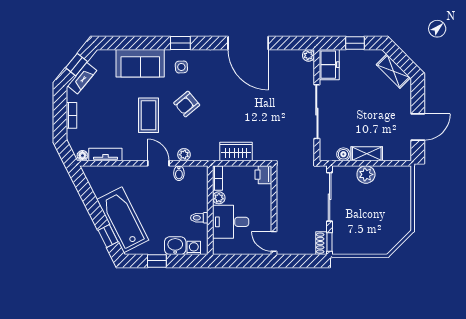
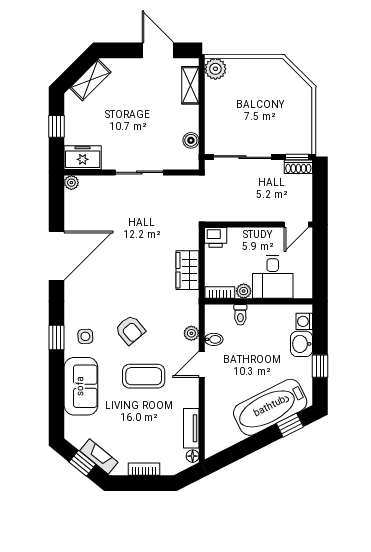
sliding door: (317, 112) -> (139, 172), width x0.73
shelving: (367, 154) -> (190, 85), moved
plant: (366, 174) -> (215, 69), moved
toilet: (199, 218) -> (240, 315), moved

